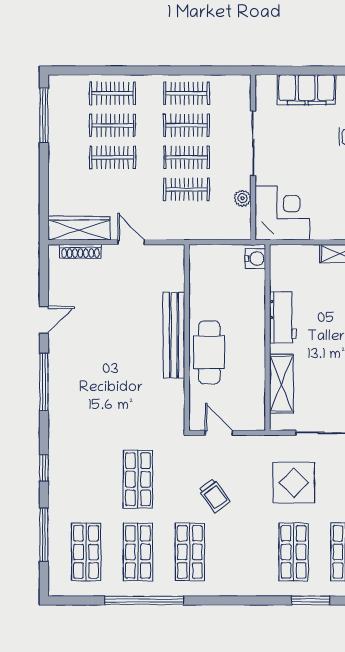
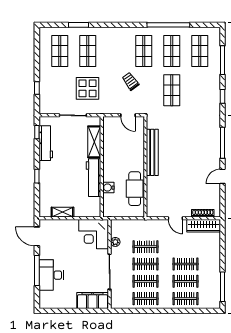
filing cabinet: (307, 90) -> (93, 301), moved
water cooler: (255, 258) -> (108, 188), moved
workbench: (283, 317) -> (94, 178), width x1.37
bench: (174, 335) -> (152, 152), moved
cafe table: (209, 352) -> (135, 189), moved

